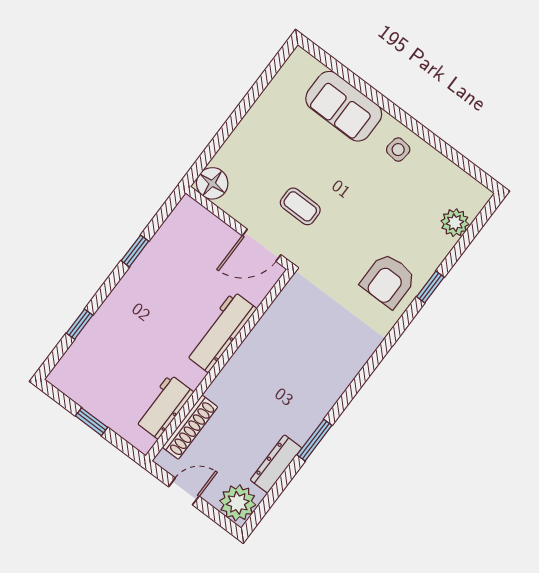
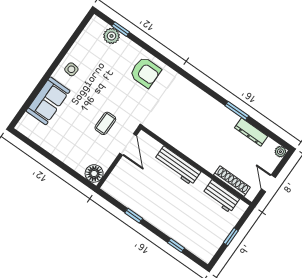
window: (430, 287) -> (121, 29), moved
plant: (238, 503) -> (280, 152), width x0.53, depth x0.53

